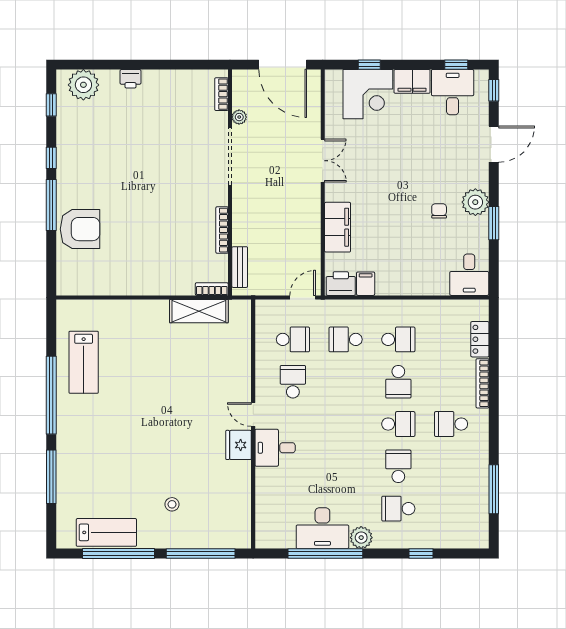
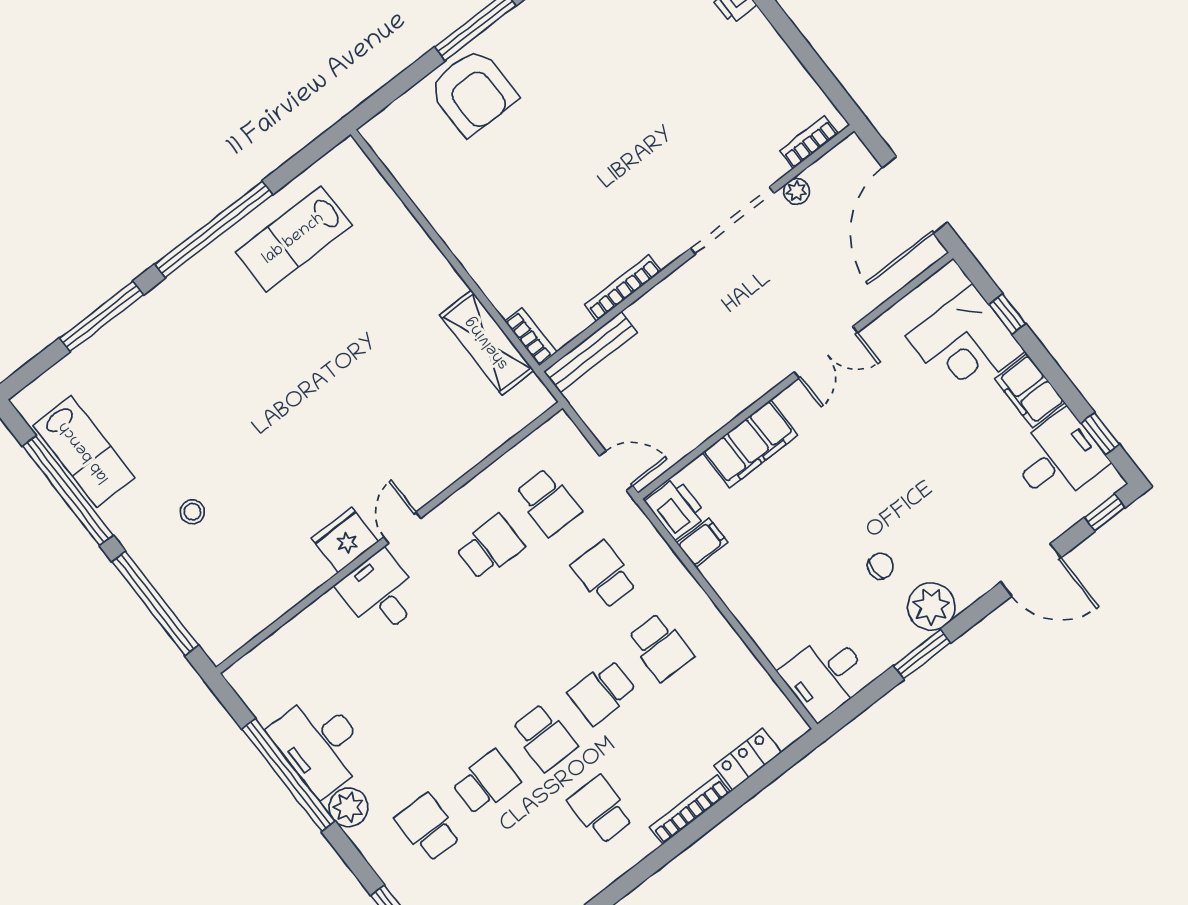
bench: (240, 267) -> (591, 352), width x1.36

